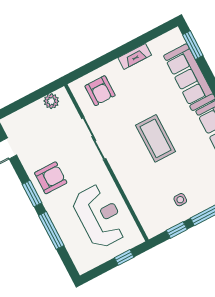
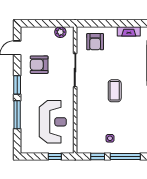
coffee table: (156, 138) -> (115, 91), width x0.73, depth x0.76
armchair: (51, 178) -> (39, 65), moved, turned 180

